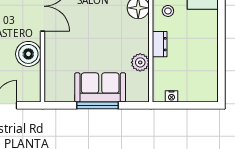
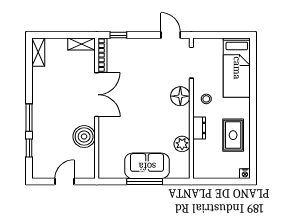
rug: (199, 52) -> (233, 135), added
nightstand: (172, 96) -> (245, 174), moved

